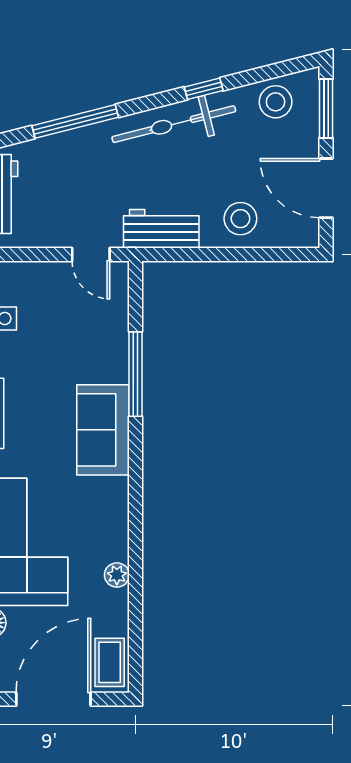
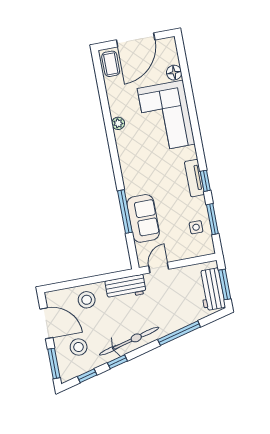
window: (267, 73) -> (87, 376), added
stool: (276, 102) -> (79, 347), moved
door: (91, 255) -> (159, 268), hinge flipped
sofa: (103, 430) -> (143, 218), moved
plant: (117, 575) -> (118, 123), moved

